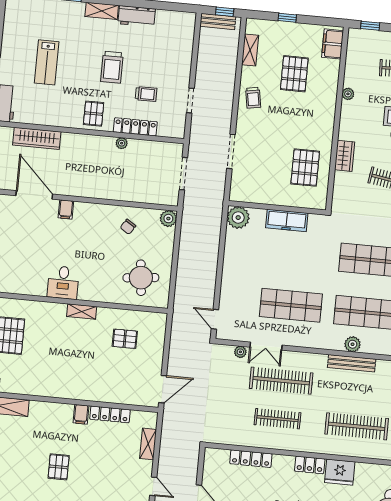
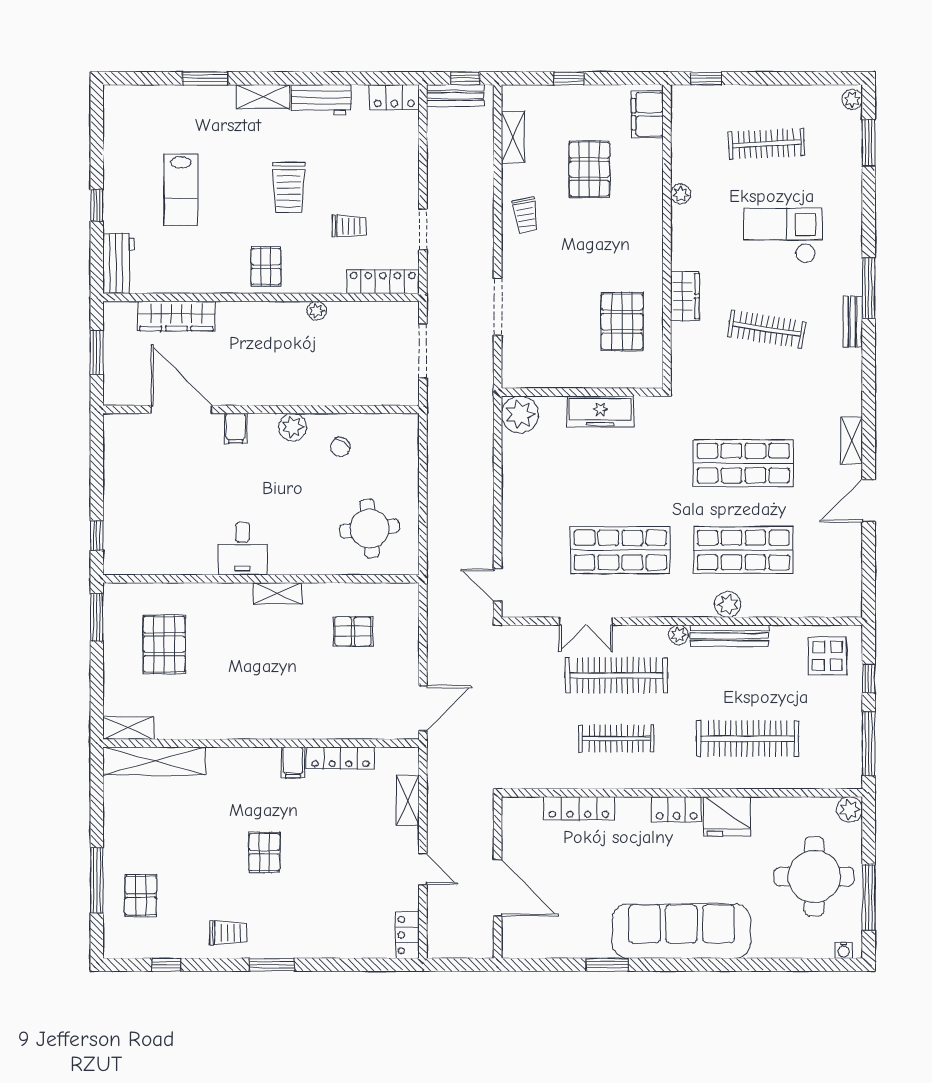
locker: (181, 19) -> (394, 97), added
locker: (135, 127) -> (383, 282), moved
plant: (168, 219) -> (293, 427), moved
plant: (240, 352) -> (678, 635), moved

